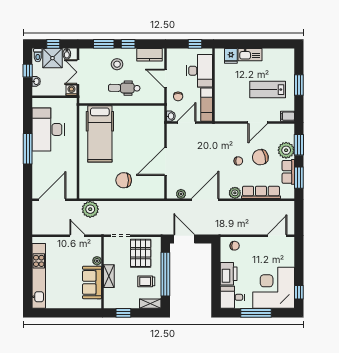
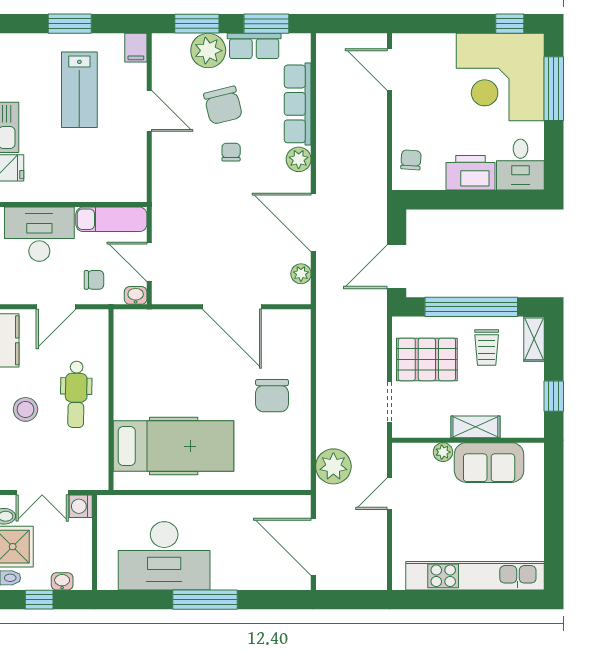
window: (256, 313) -> (554, 89), moved

